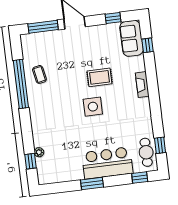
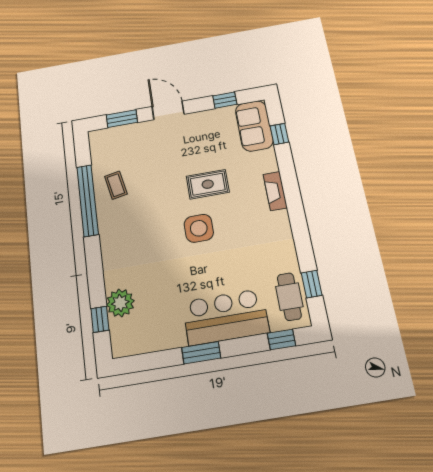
window: (43, 27) -> (122, 119), width x0.69
plant: (39, 152) -> (120, 303), width x1.87, depth x1.87

